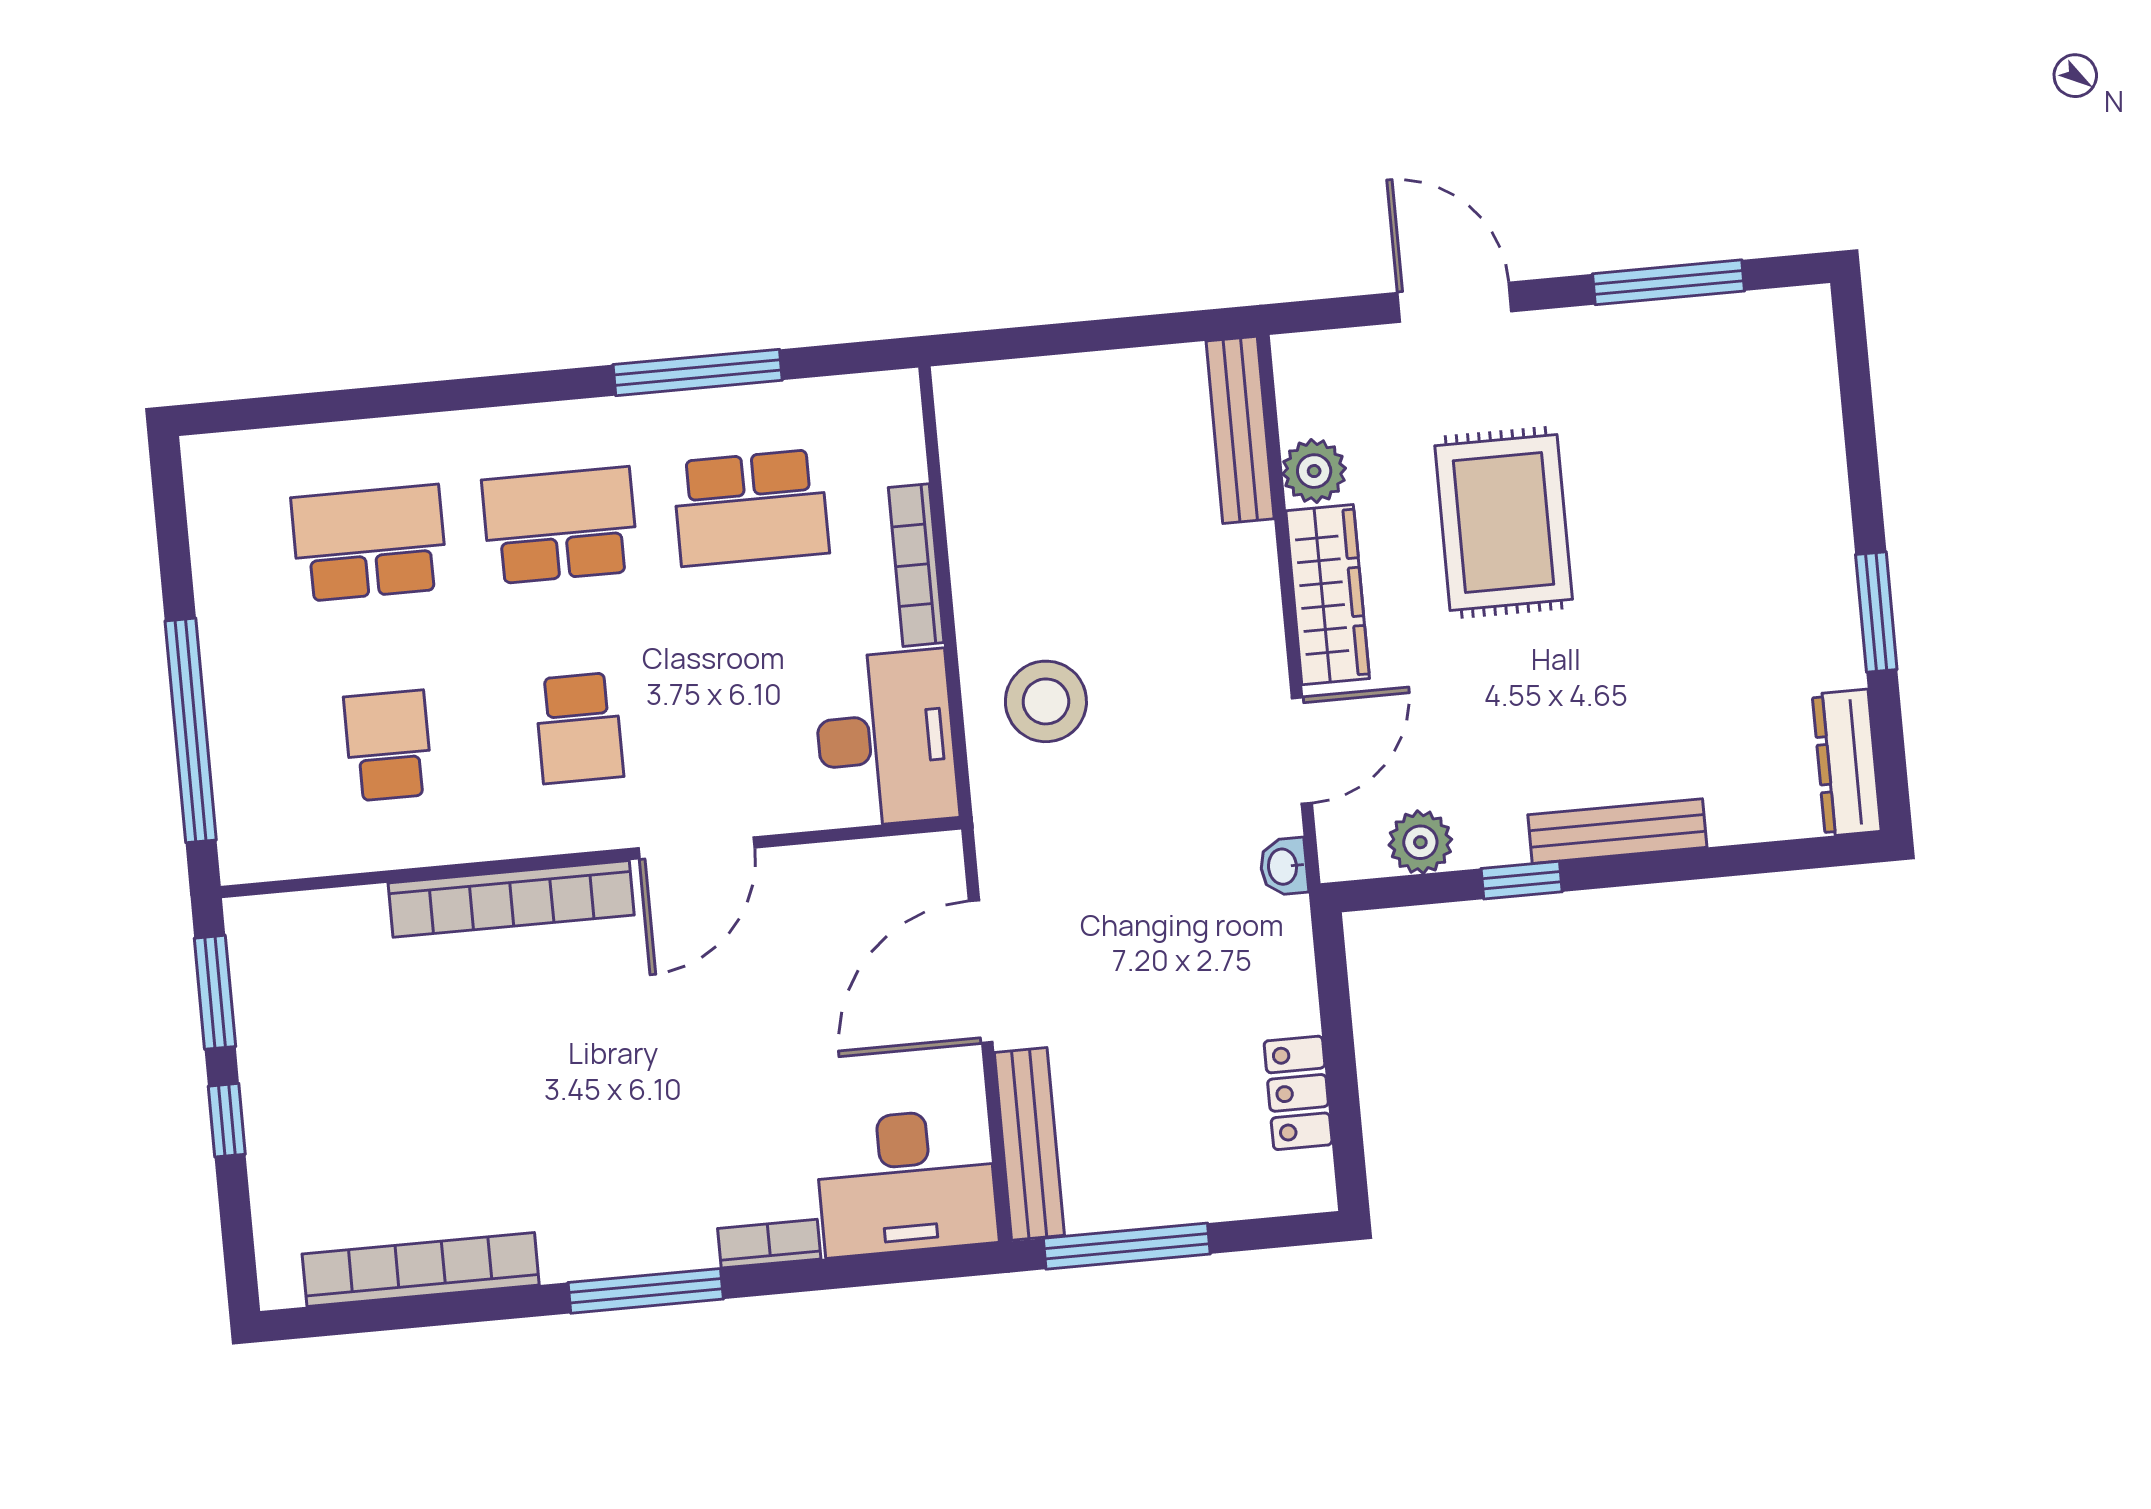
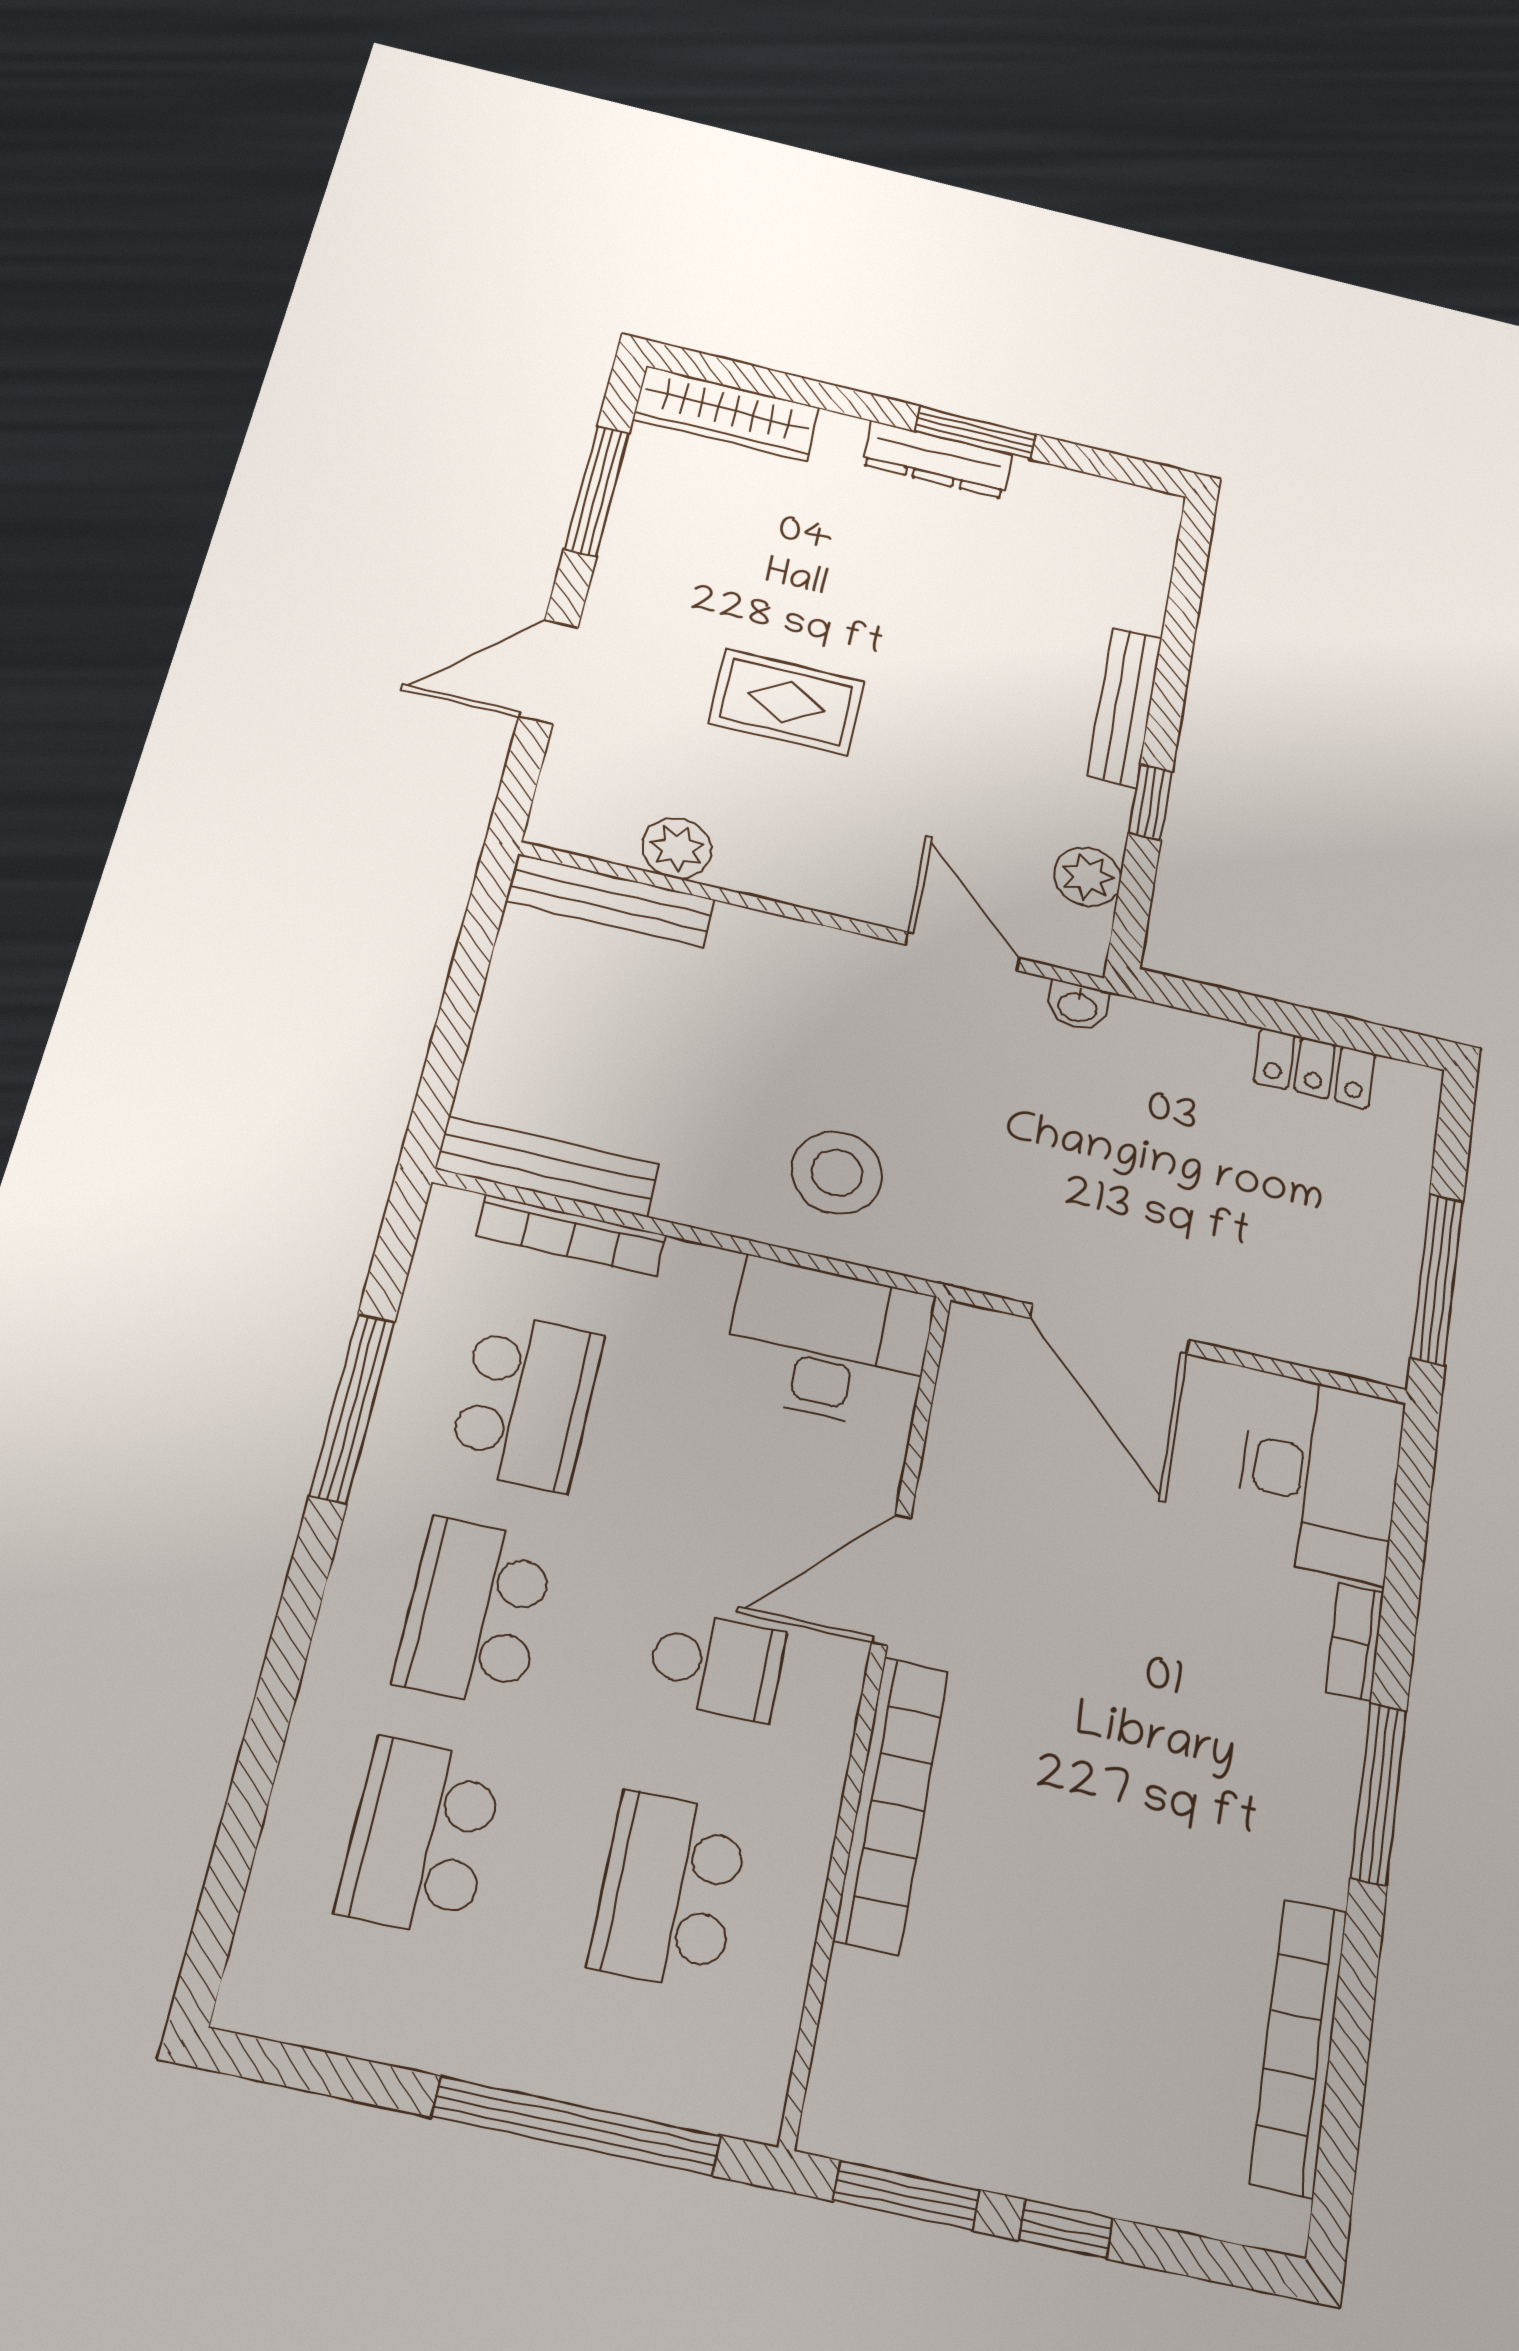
rug: (1504, 522) -> (787, 702), width x0.73, depth x0.70
bookcase: (916, 565) -> (571, 1235), moved
wardrobe: (1328, 595) -> (726, 413), moved, turned 180
school desk: (388, 746) -> (669, 1891), width x1.85
dresser: (1847, 763) -> (937, 460), moved
door: (697, 848) -> (891, 1580), swing flipped
bench: (1029, 1144) -> (547, 1167), moved

